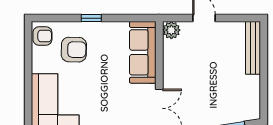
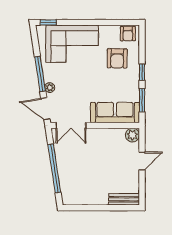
window: (127, 18) -> (142, 100), added
bench: (253, 48) -> (124, 199), width x0.73

